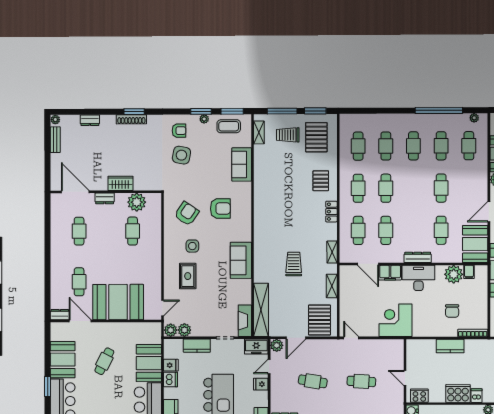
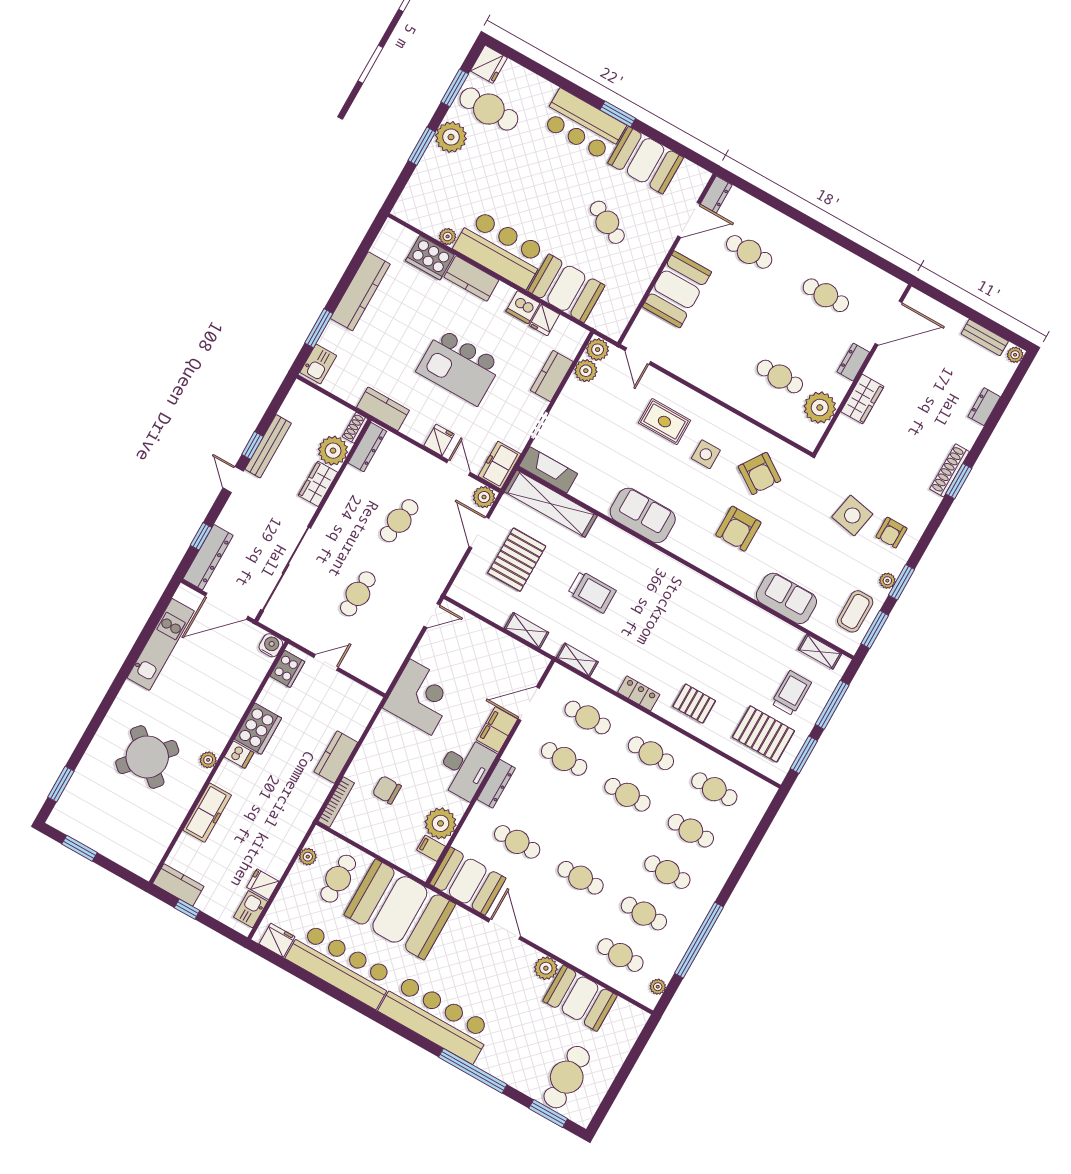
booth: (118, 302) -> (677, 289), width x0.73, depth x0.70
pallet: (319, 320) -> (517, 560), moved, turned 90

